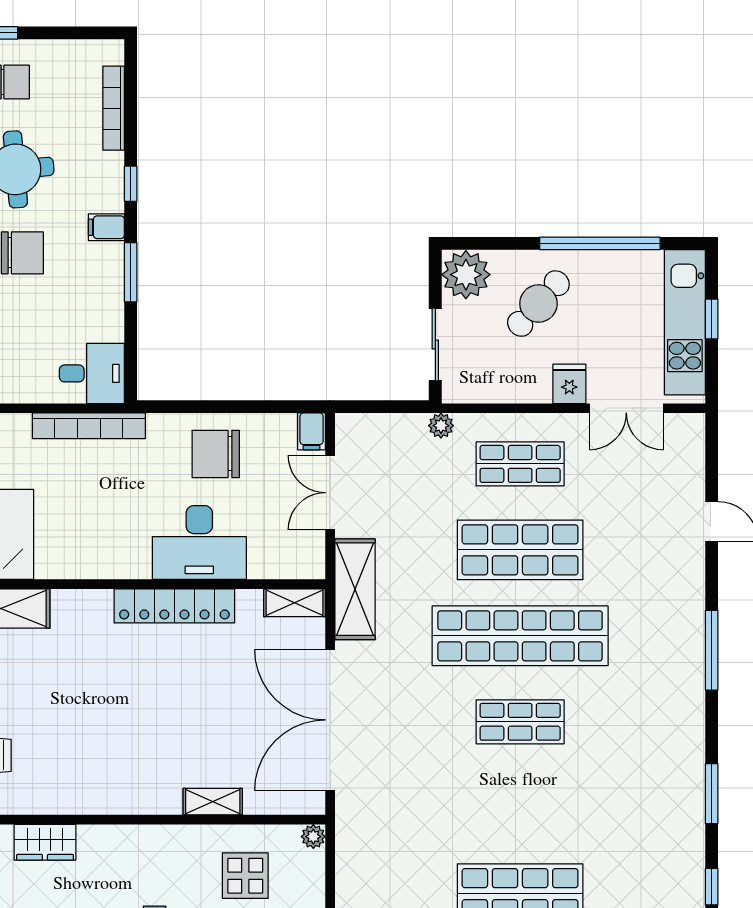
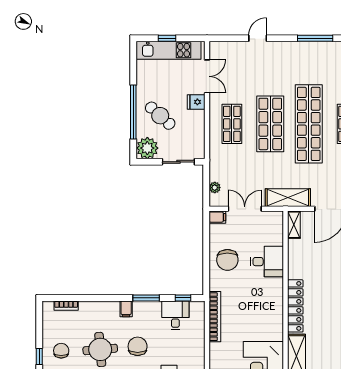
bookcase: (114, 108) -> (66, 306), width x0.64
window: (131, 184) -> (183, 298), moved
window: (600, 243) -> (133, 112), moved
desk: (92, 373) -> (175, 315), moved
plant: (441, 426) -> (215, 188), moved
double door: (330, 493) -> (245, 209), swing flipped
desk: (199, 542) -> (267, 262), width x0.73
locker: (174, 606) -> (295, 306), moved

